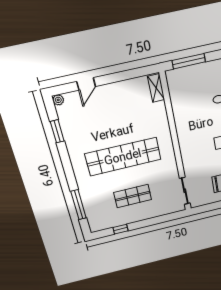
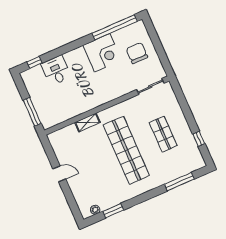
door: (86, 84) -> (59, 174), moved
shelving: (156, 88) -> (87, 122), moved
plant: (58, 100) -> (95, 210), moved

